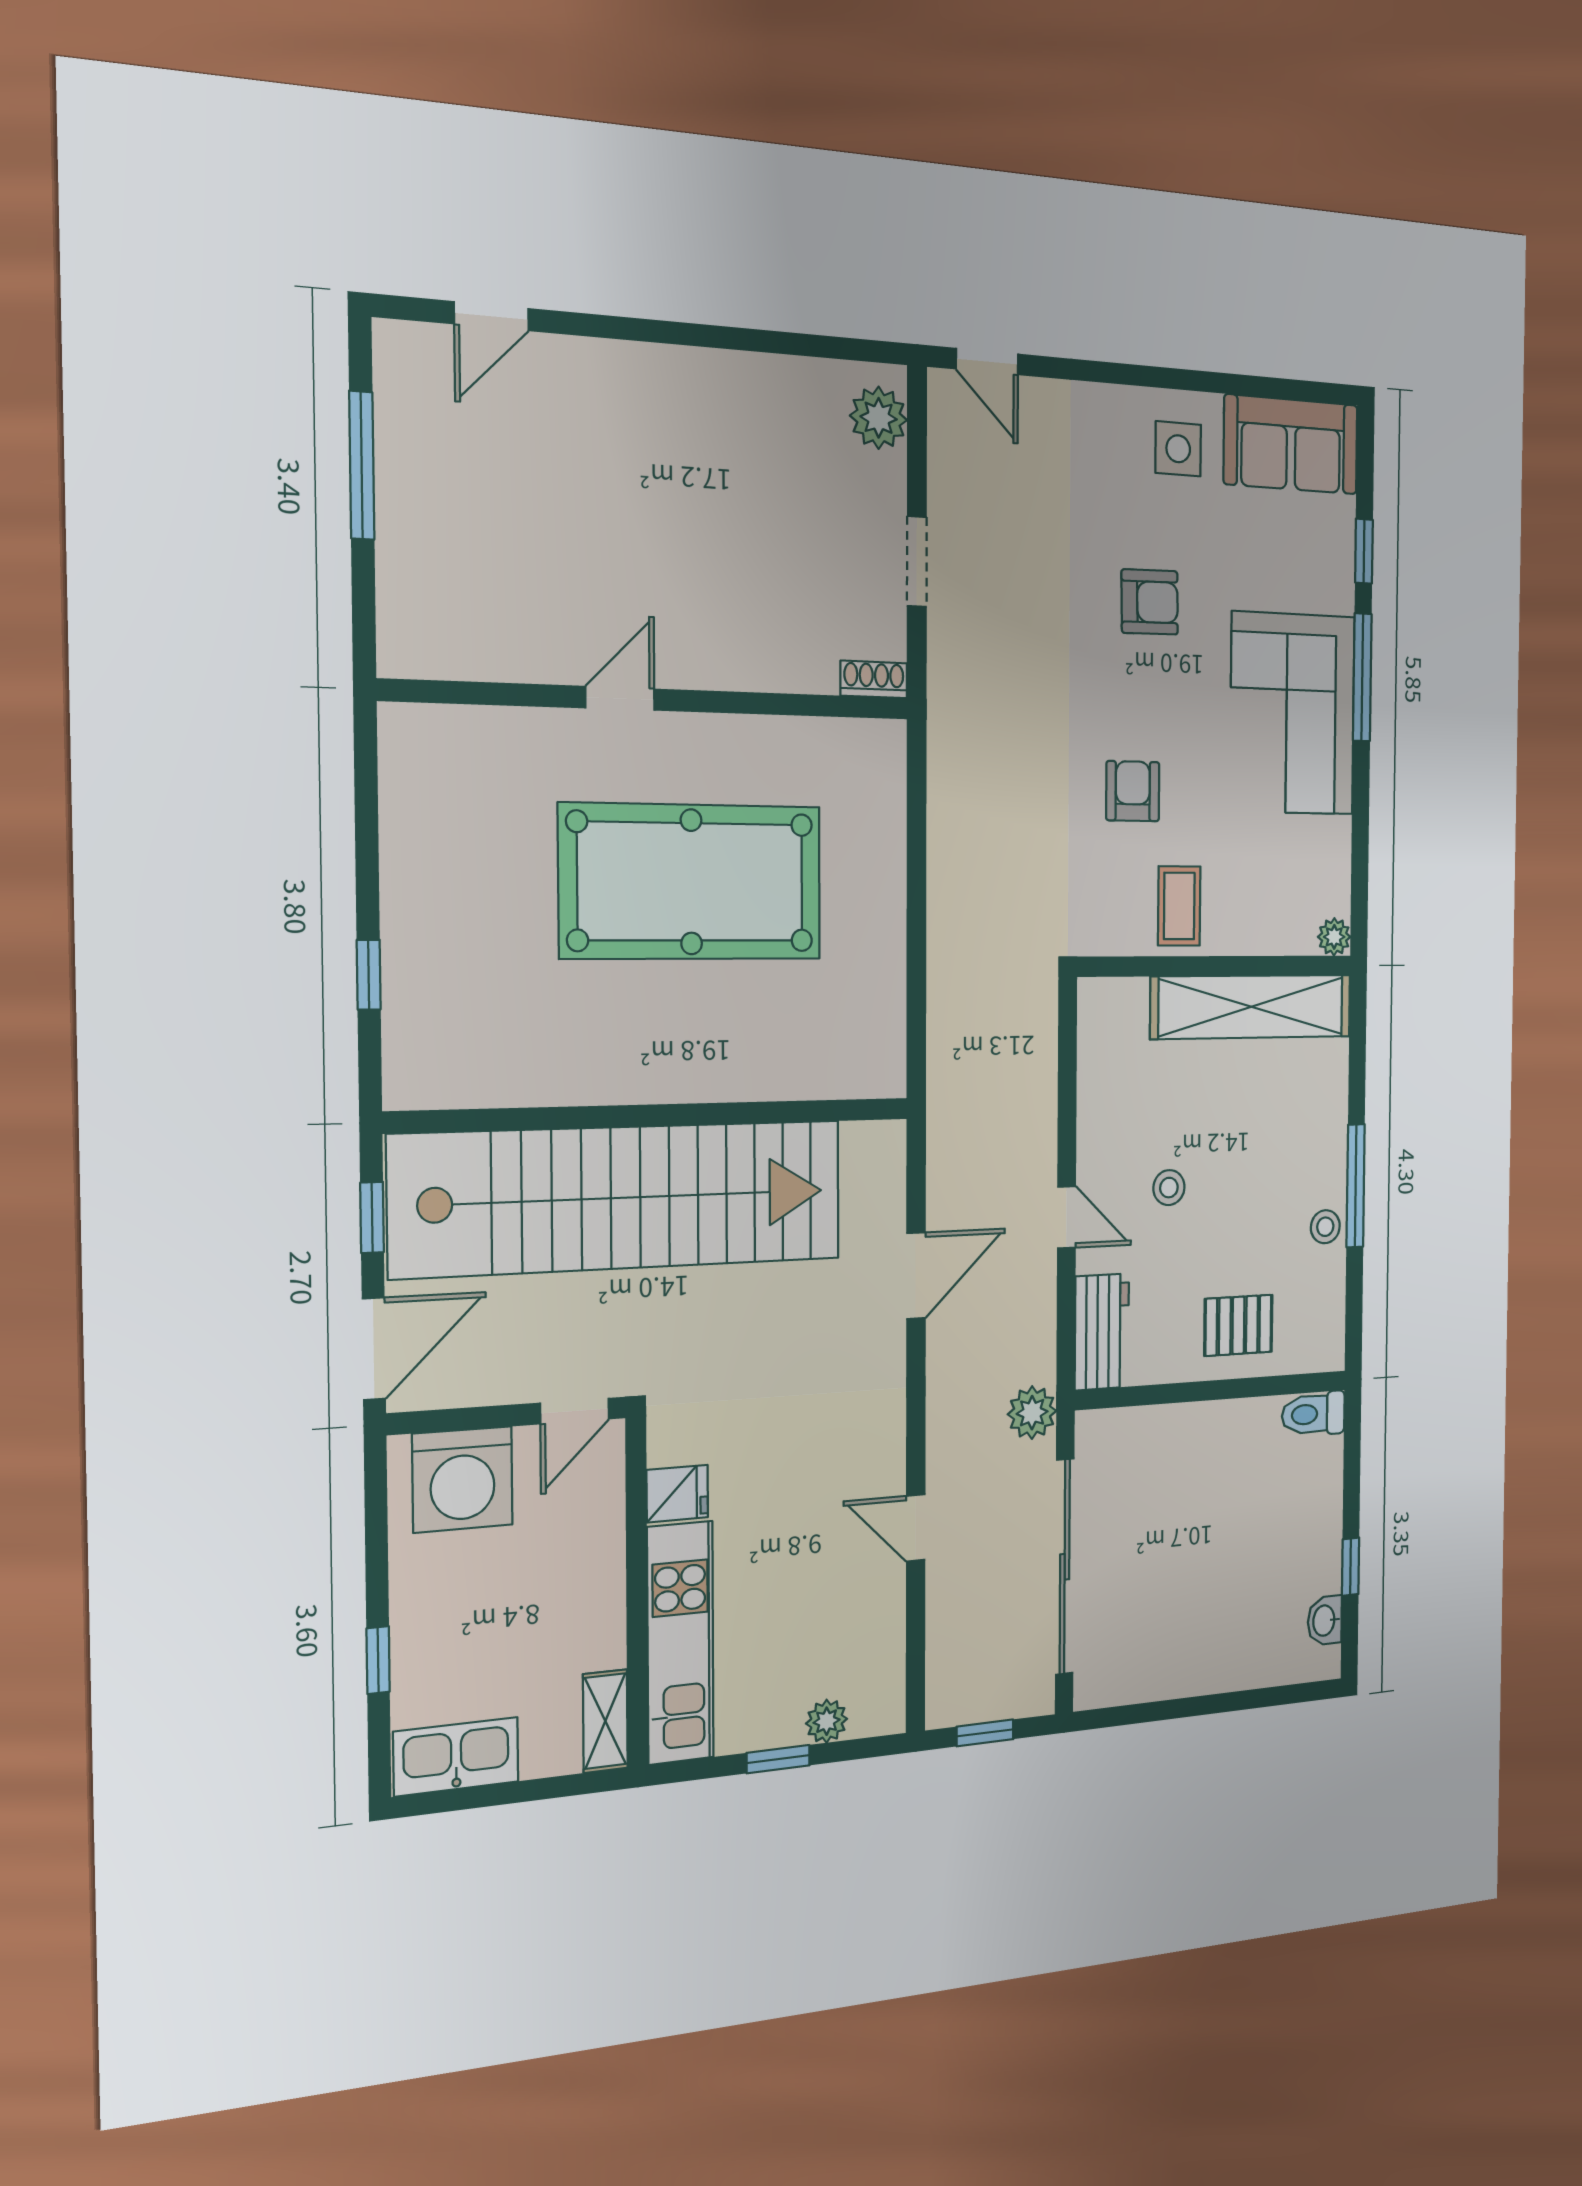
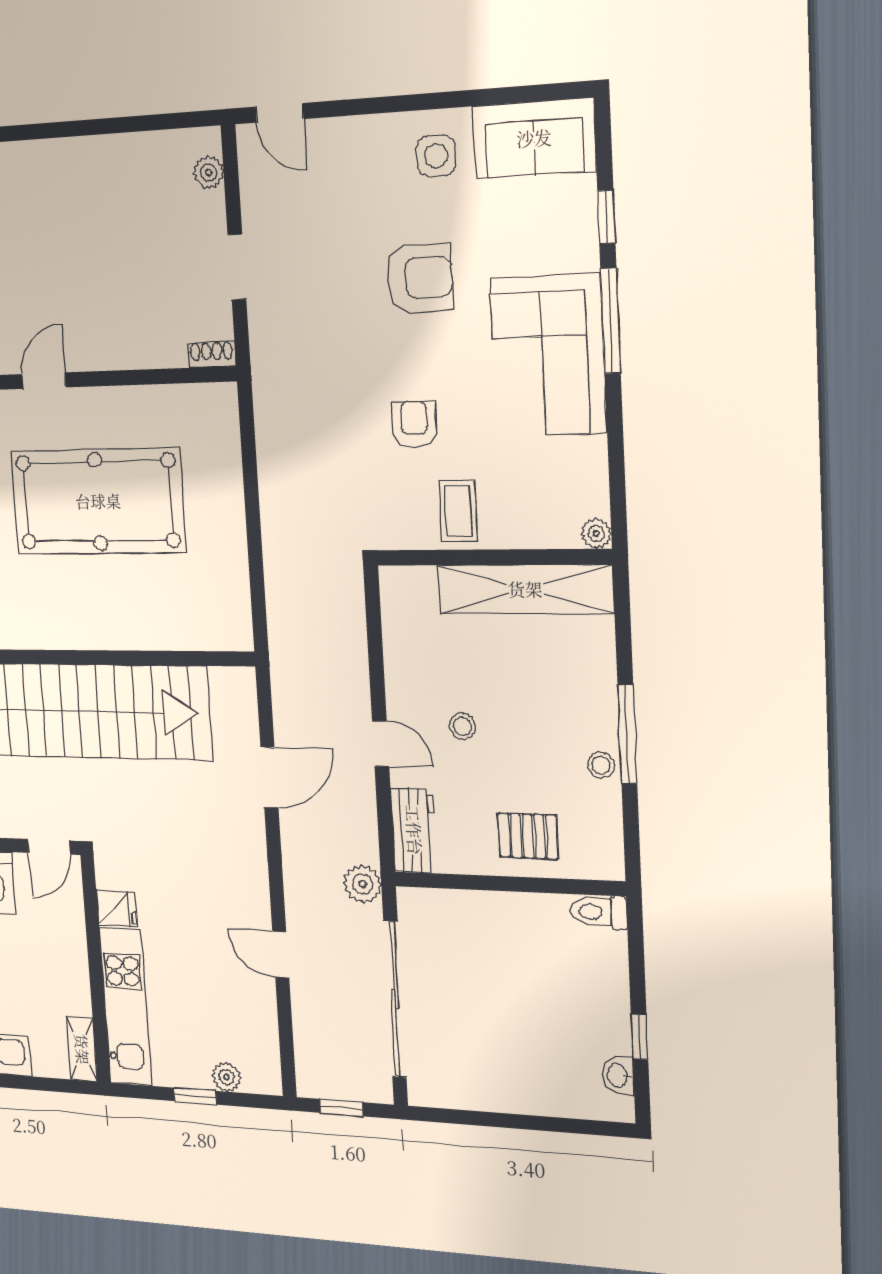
plant: (879, 418) -> (209, 172), width x0.73, depth x0.73
armchair: (1150, 602) -> (419, 278), width x1.38, depth x1.38

